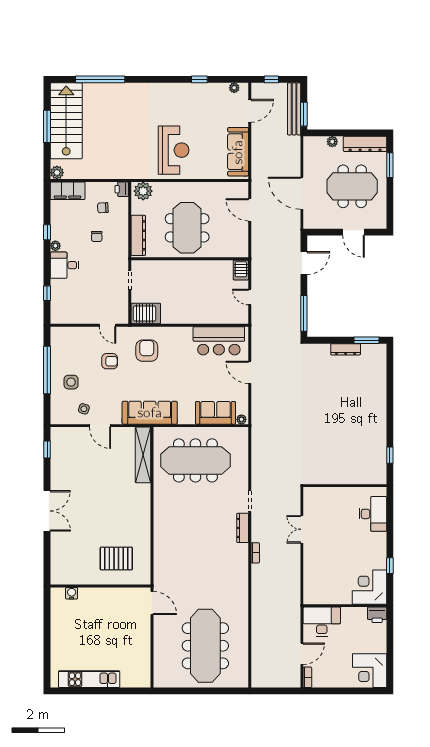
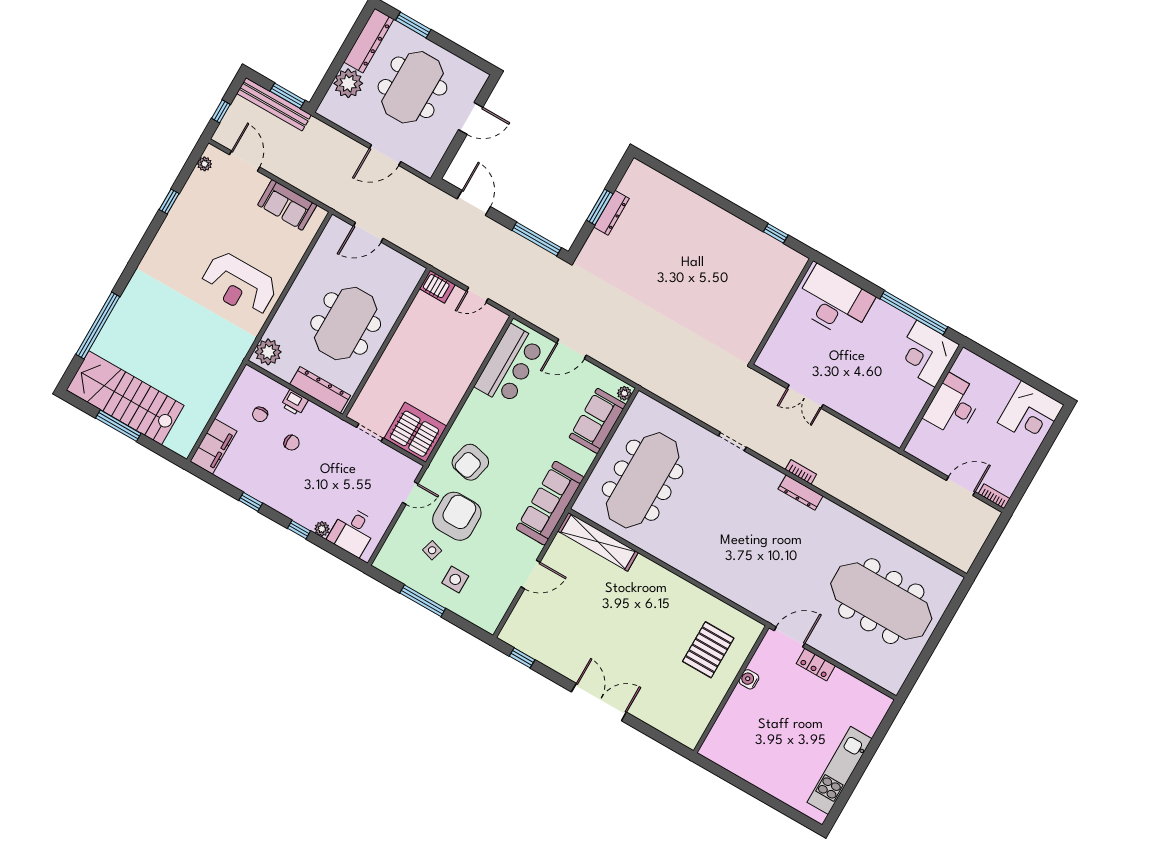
plant: (332, 142) -> (348, 83), width x1.88, depth x1.88
reception desk: (174, 150) -> (239, 285), turned 180
sofa: (238, 152) -> (287, 205), width x0.73
plant: (57, 173) -> (183, 446), removed
printer: (122, 189) -> (294, 403), moved
door: (302, 193) -> (385, 155), width x0.73
meeting table: (187, 228) -> (346, 324), turned 90
plant: (55, 246) -> (322, 529), moved
desk: (64, 265) -> (353, 531), moved
window: (47, 293) -> (299, 530), moved
server rack: (146, 313) -> (415, 432), width x1.60
window: (367, 340) -> (600, 207), moved
armchair: (147, 351) -> (470, 462), turned -77
armchair: (110, 361) -> (457, 516), width x1.88, depth x1.88
window: (47, 370) -> (423, 601), width x0.68
side table: (84, 409) -> (432, 550), moved
desk: (373, 514) -> (834, 302), width x1.36, depth x1.30
dresser: (243, 528) -> (801, 493), moved
window: (390, 566) -> (914, 313), width x3.17
water cooler: (72, 593) -> (749, 679), moved
printer: (377, 615) -> (966, 364), removed
desk: (322, 621) -> (953, 405), moved
locker: (144, 628) -> (816, 665), added
door: (302, 654) -> (961, 486), hinge flipped

